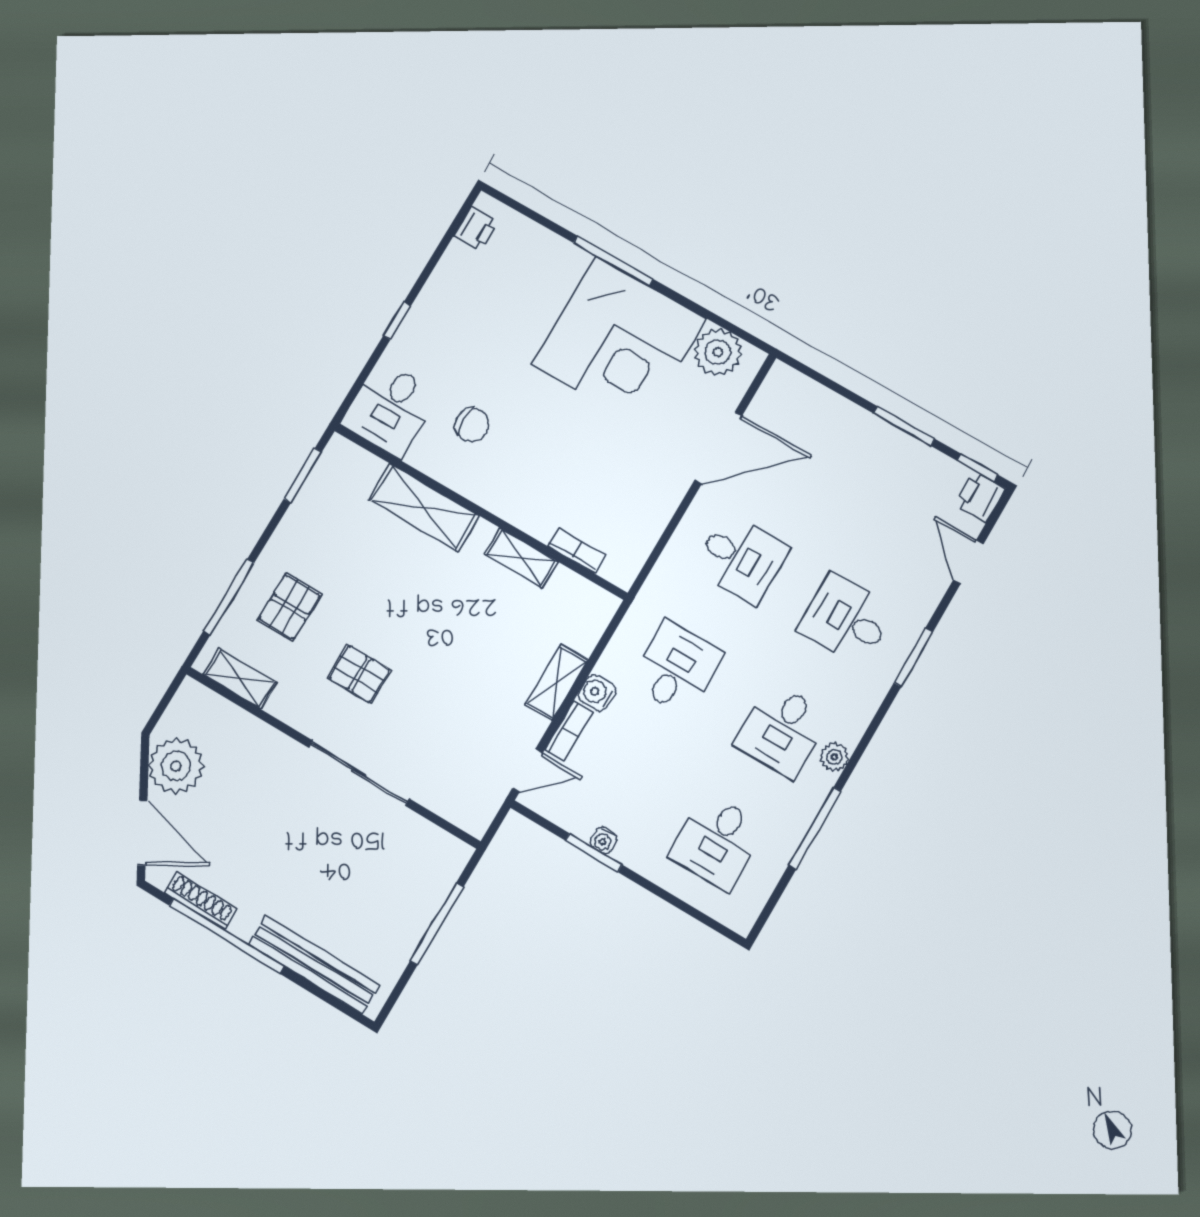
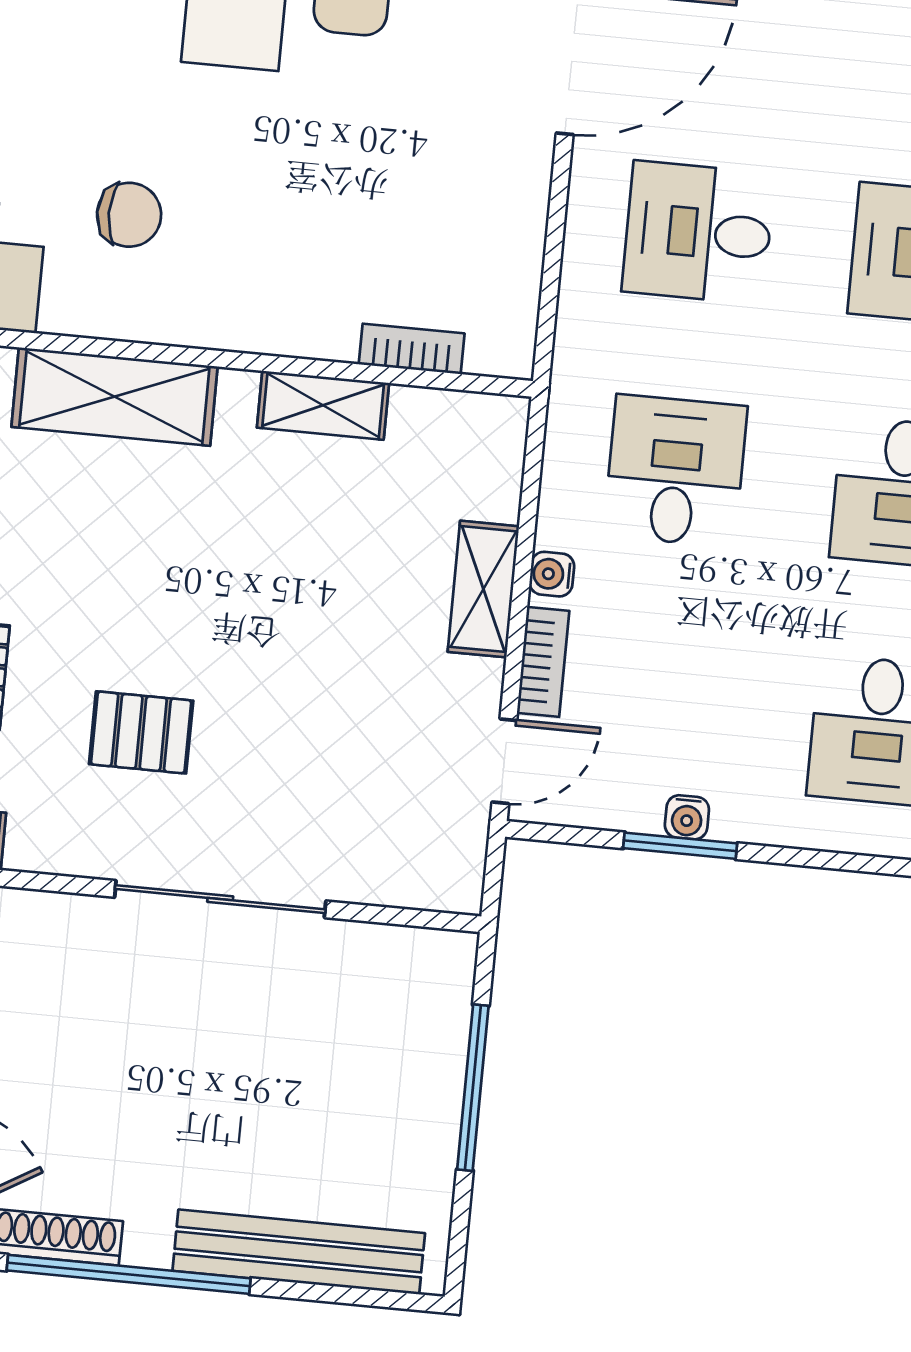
desk: (741, 558) -> (698, 233), turned 180
water cooler: (597, 693) -> (552, 574), width x0.72, depth x0.72

